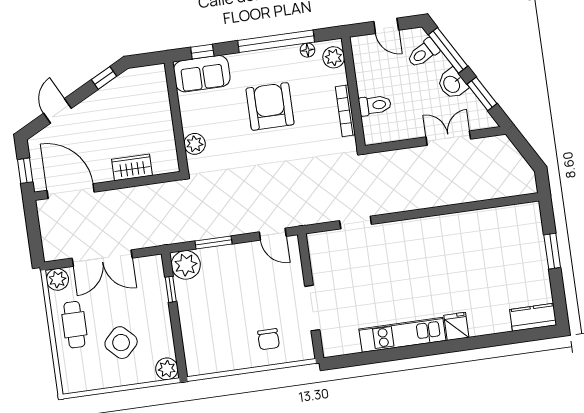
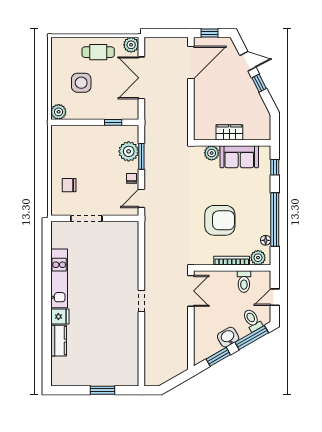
sofa: (202, 74) -> (239, 157), moved, turned -90
window: (104, 78) -> (259, 83), moved
toilet: (375, 105) -> (244, 282), moved
armchair: (270, 106) -> (220, 220), moved
bookcase: (345, 111) -> (232, 261), moved
double door: (448, 138) -> (191, 291), moved
wardrobe: (132, 167) -> (229, 132), moved, turned -90
doorway: (356, 223) -> (141, 301), moved
chair: (247, 252) -> (131, 178), added
plant: (186, 265) -> (129, 151), moved
kitchen counter: (533, 317) -> (59, 341), moved
side table: (121, 343) -> (81, 83), turned 45

